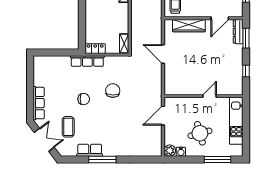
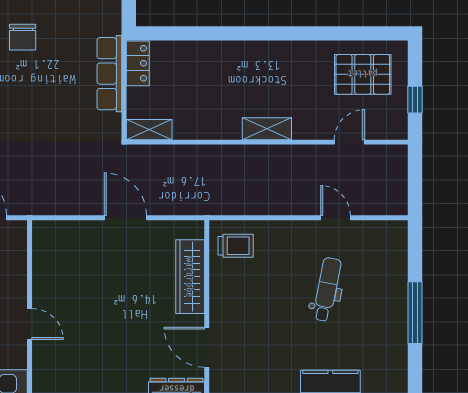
door: (163, 54) -> (125, 218), hinge flipped
row of seats: (87, 61) -> (109, 74), moved
chair: (113, 91) -> (42, 103), removed

